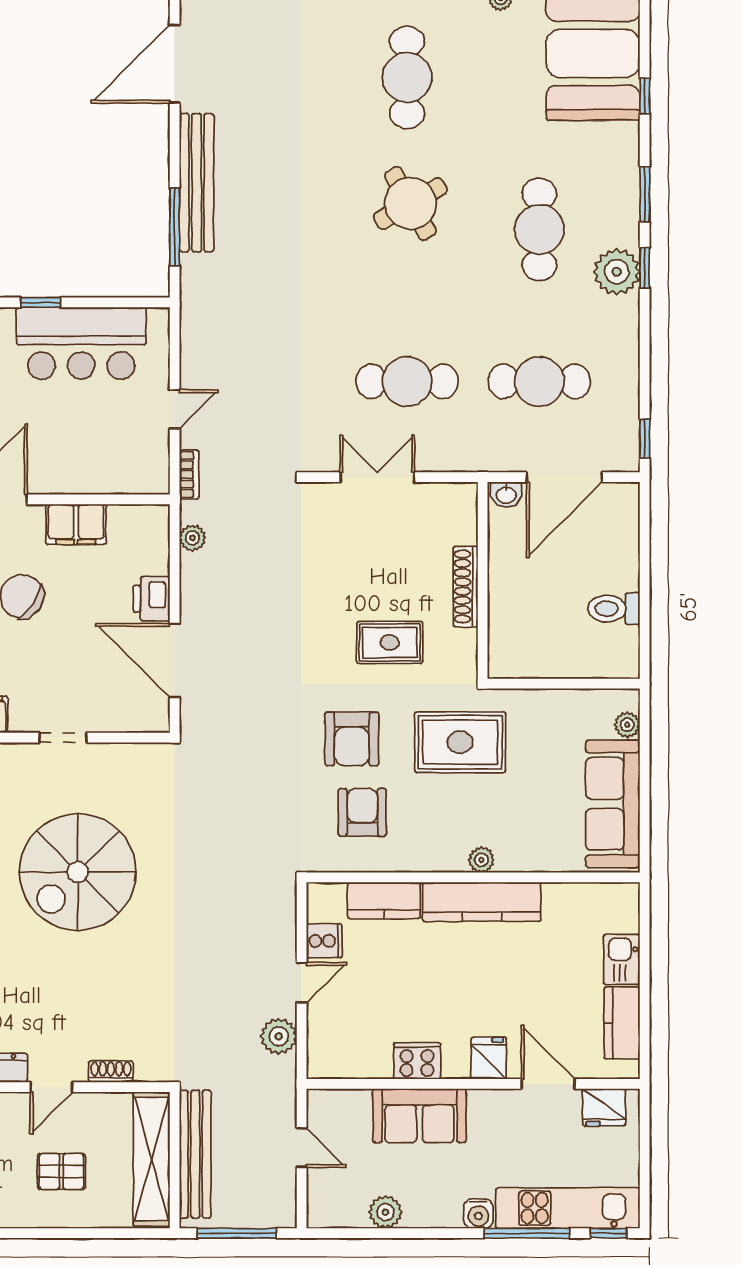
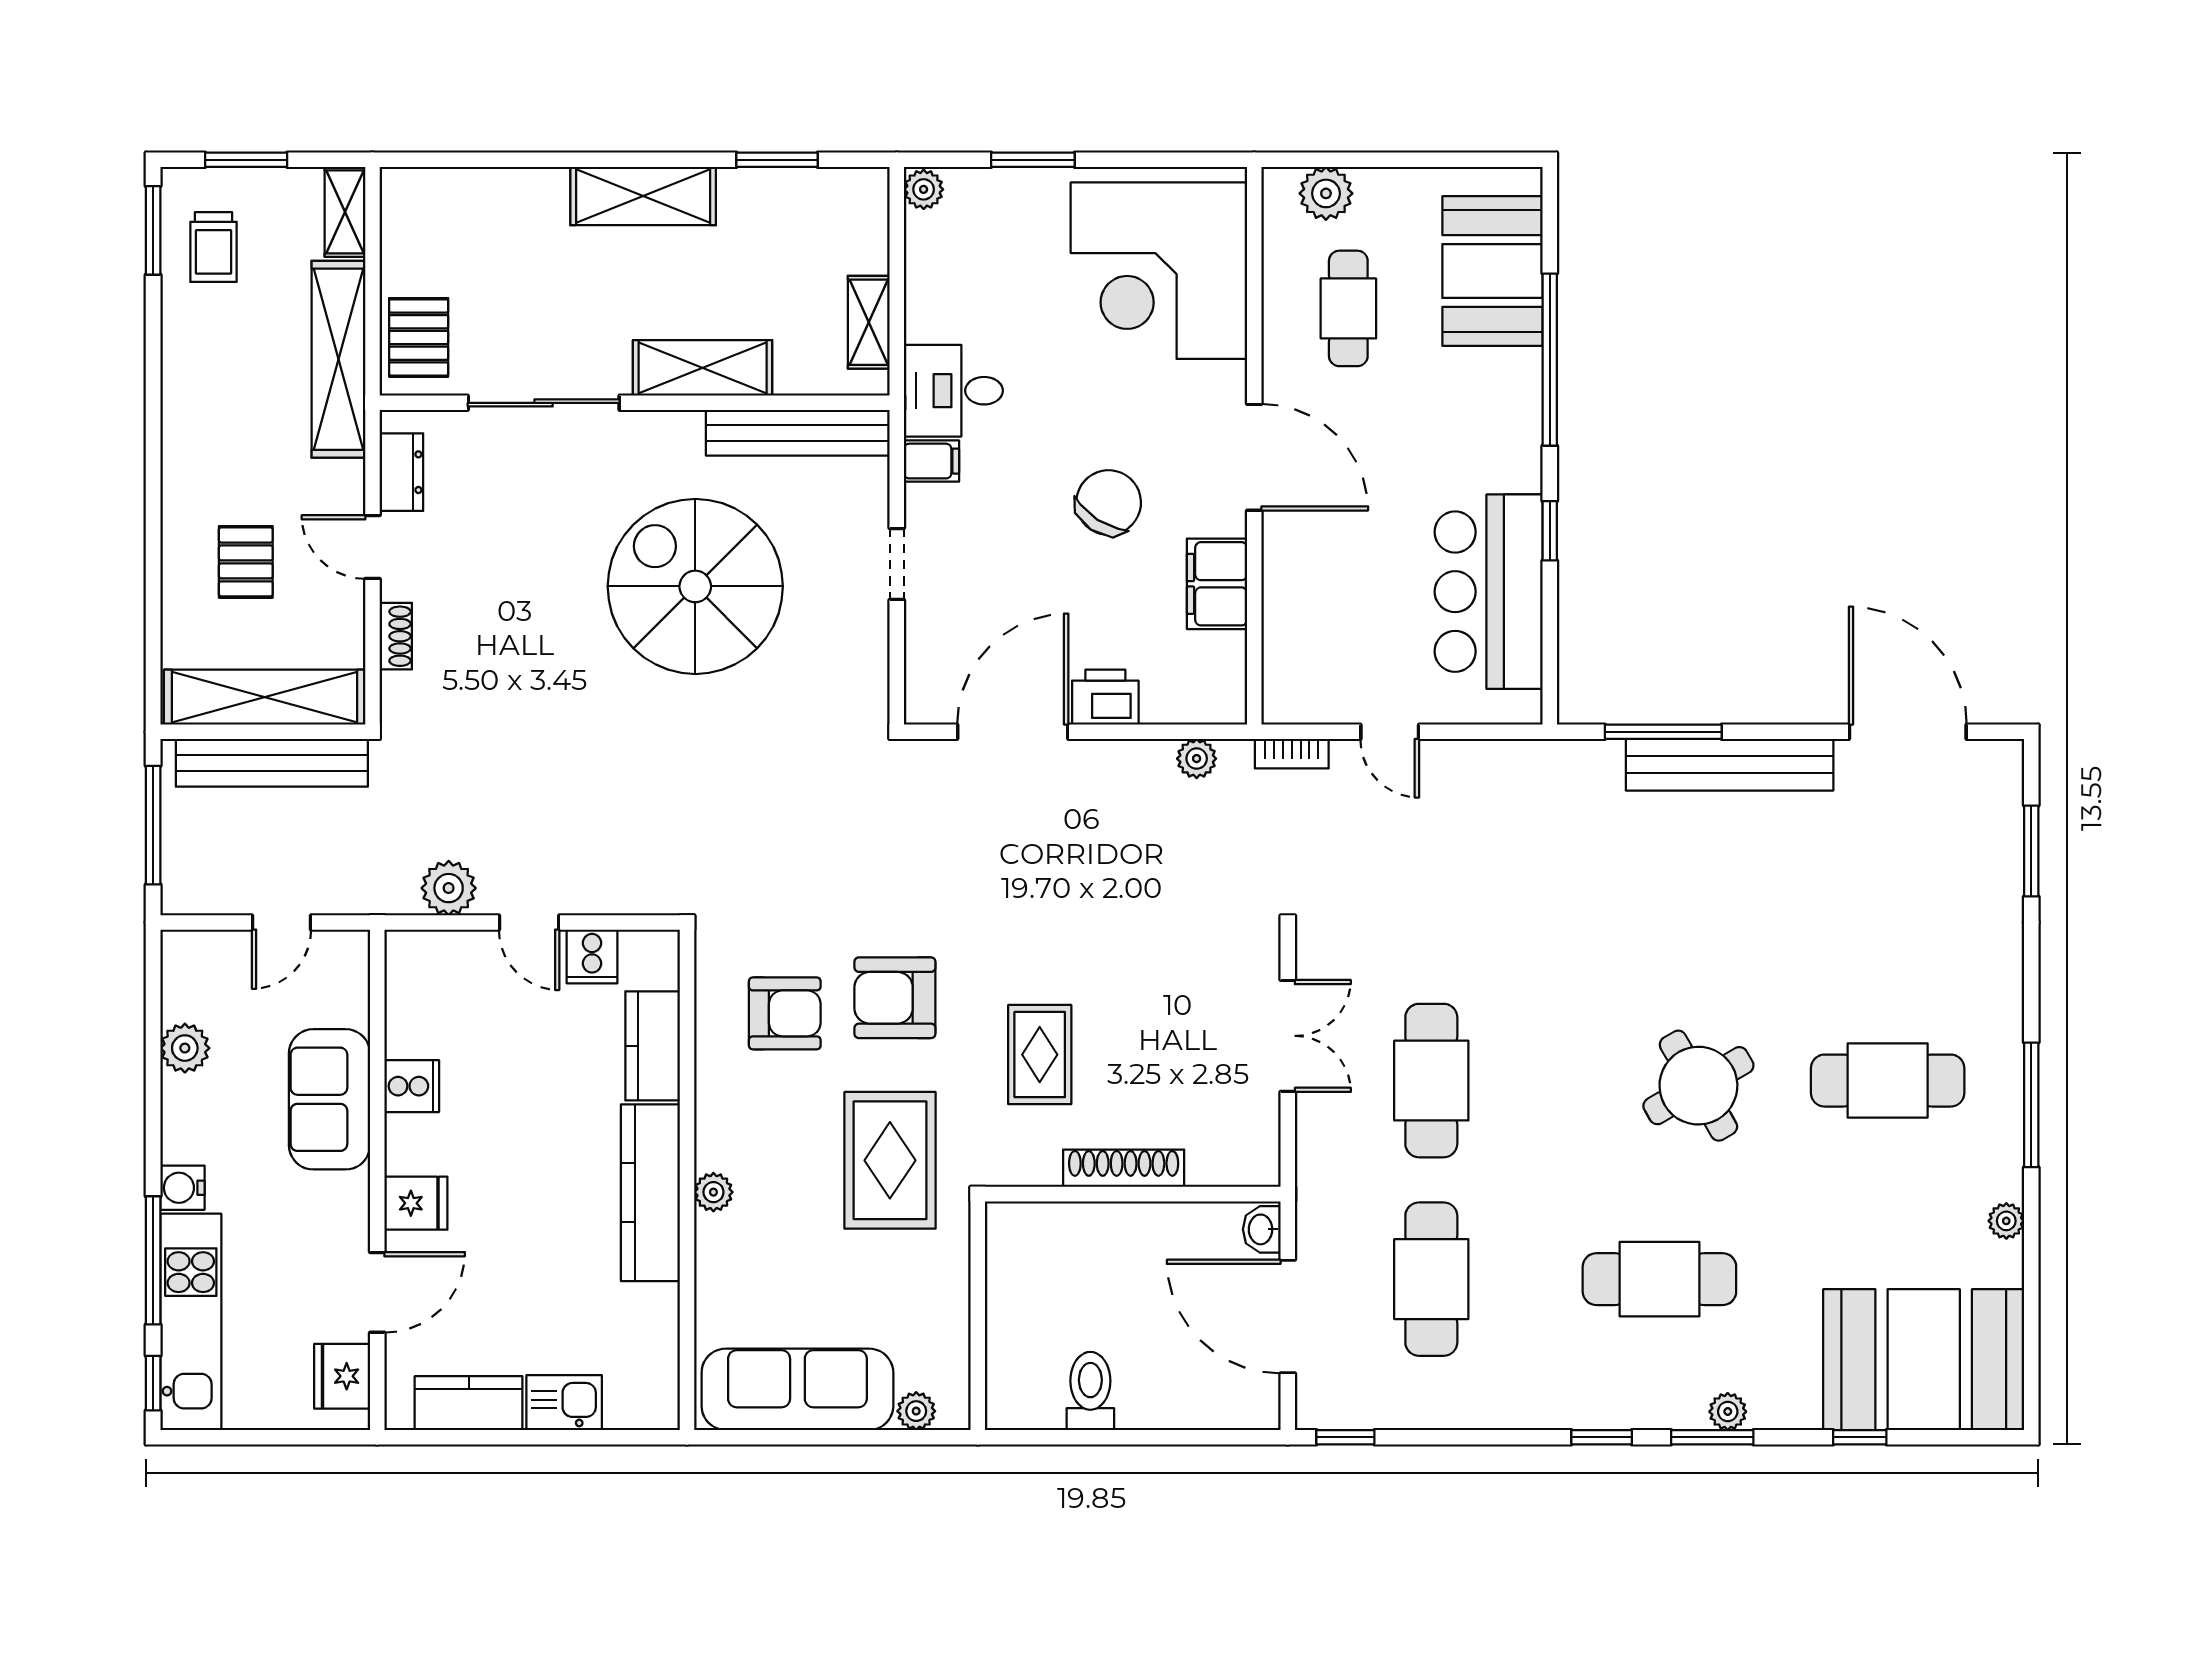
plant: (617, 272) -> (1728, 1412), moved, width x0.53, depth x0.53
cooker: (417, 1061) -> (412, 1086), width x0.73

